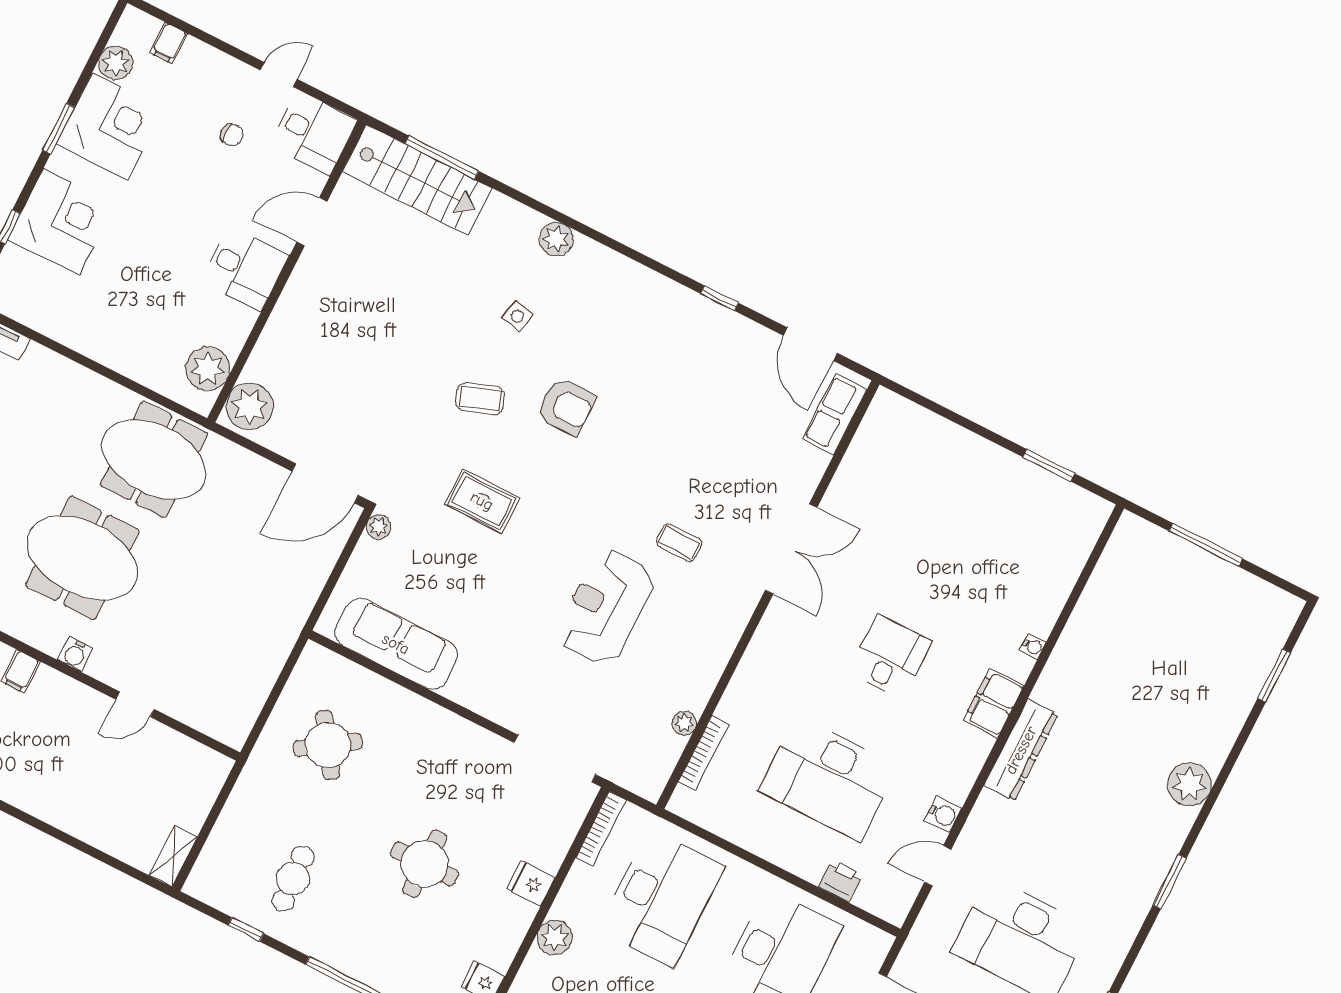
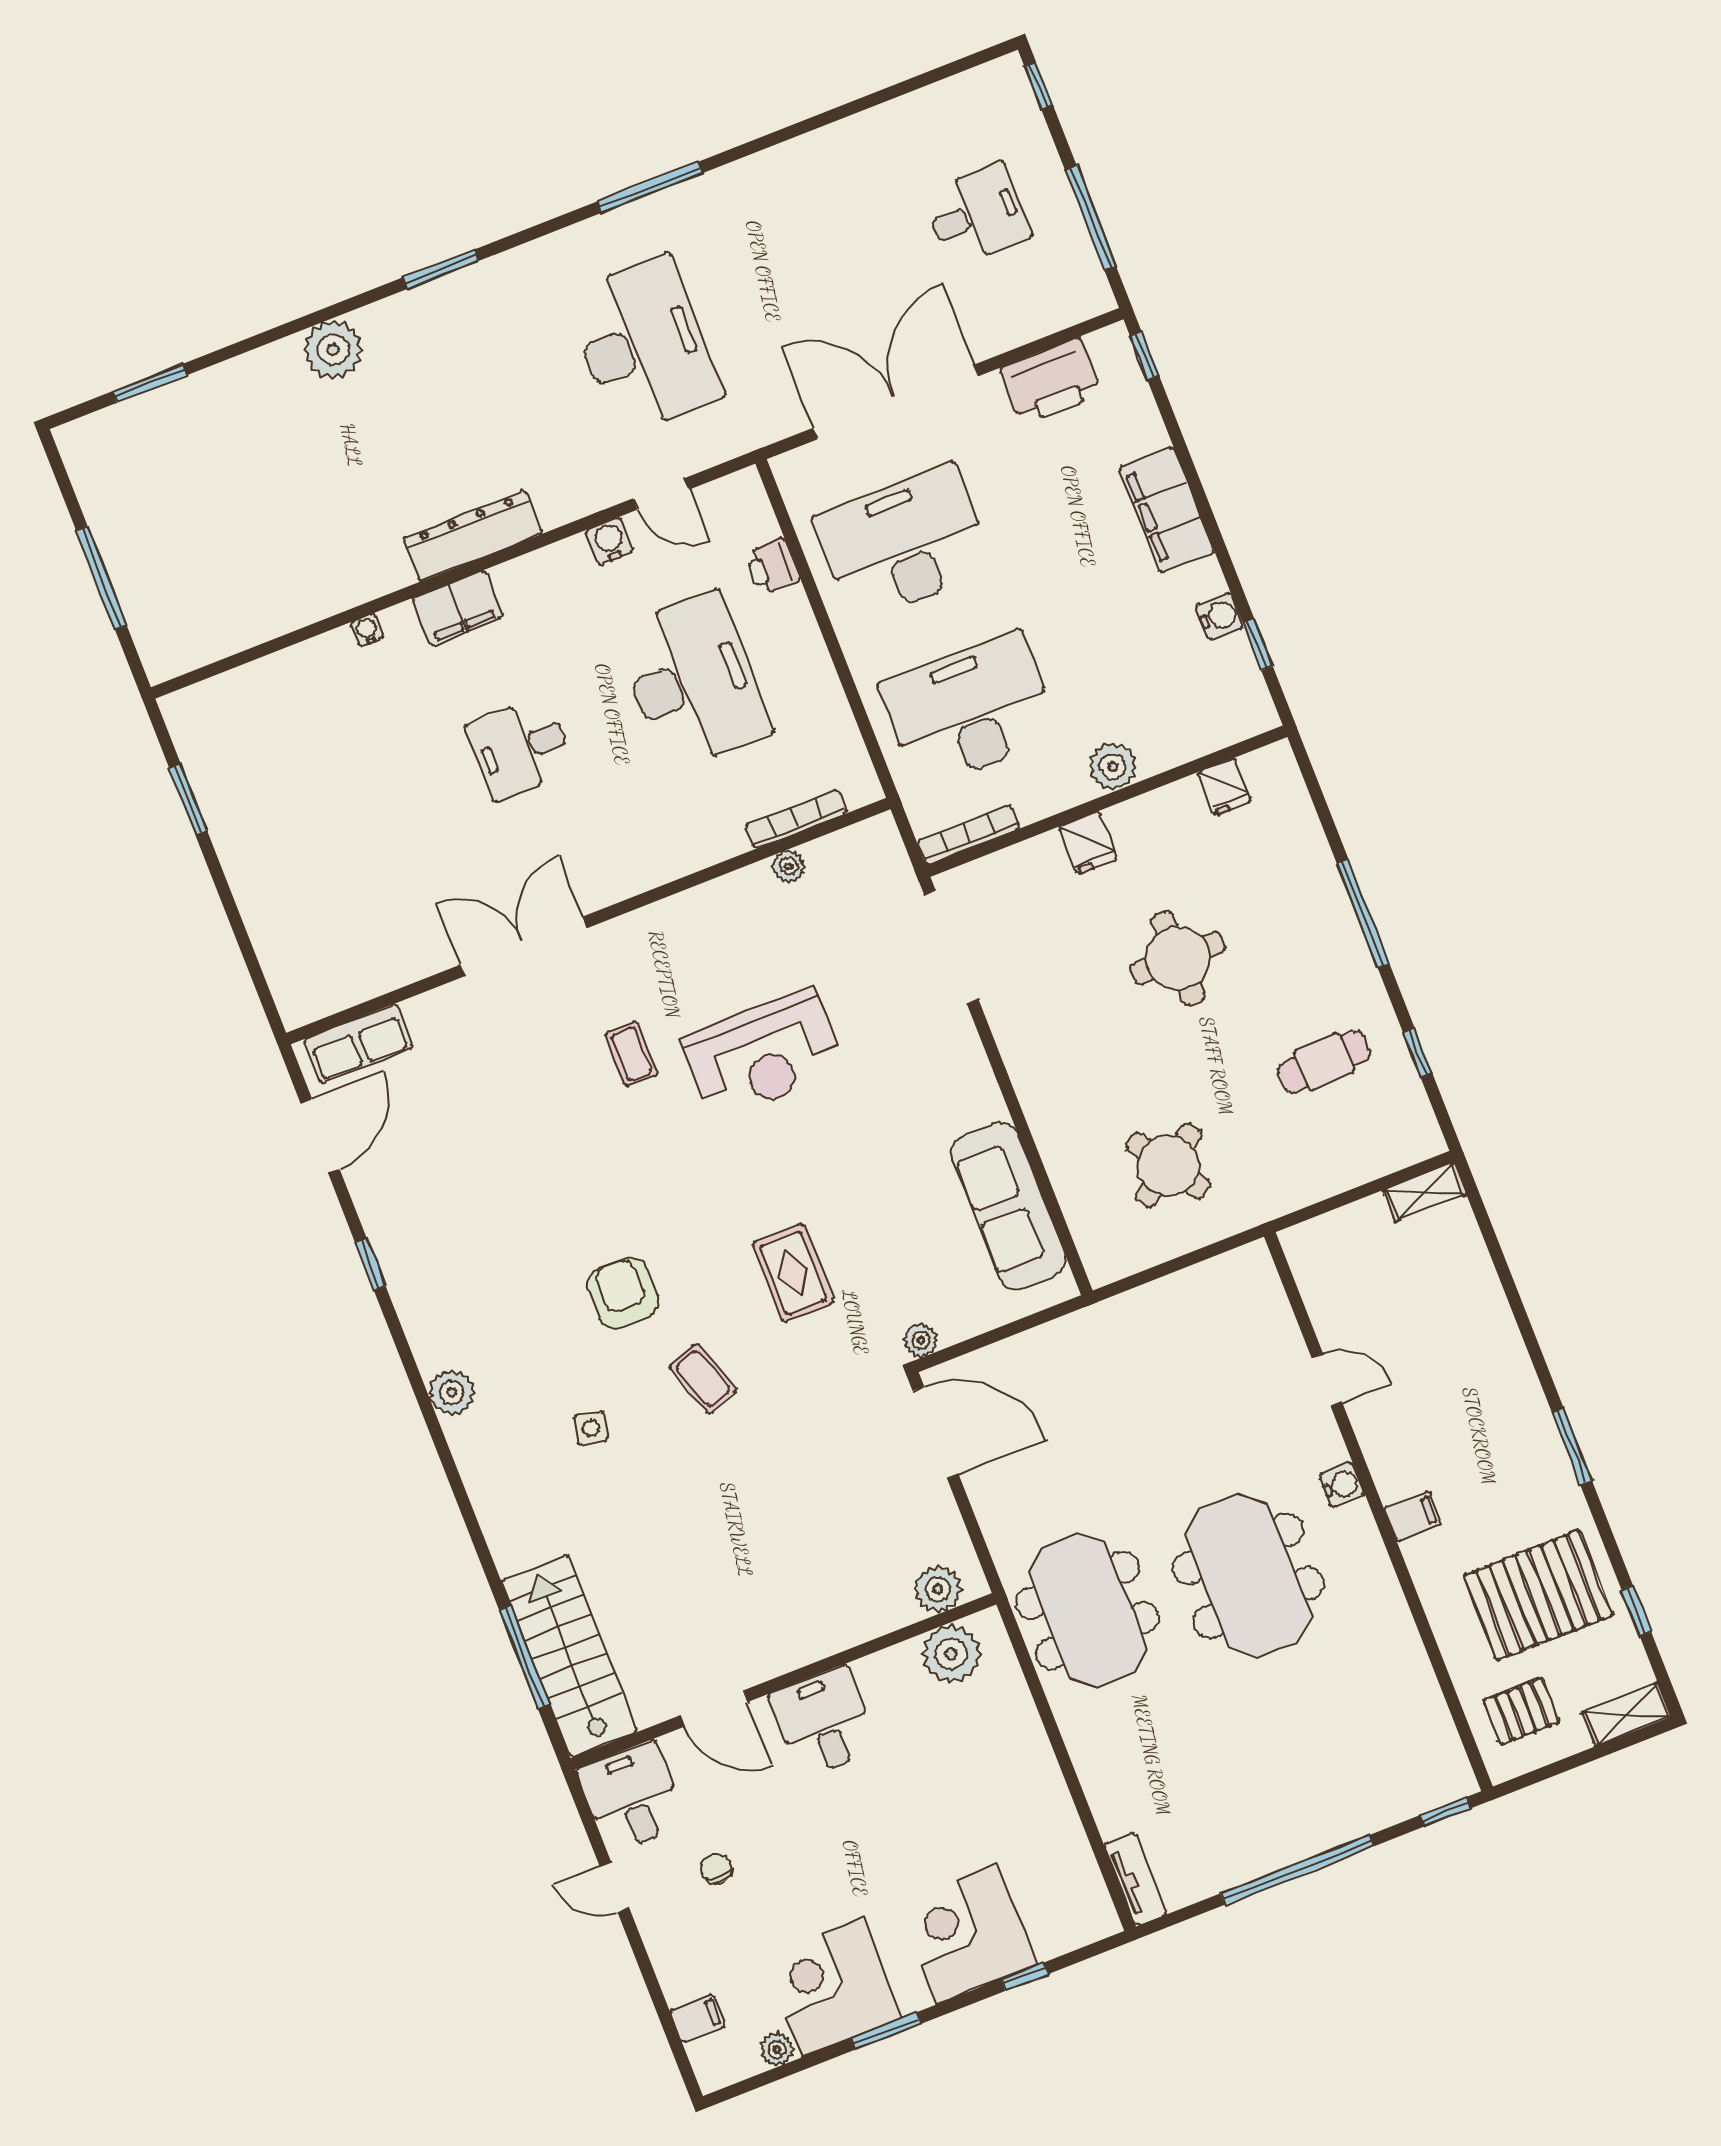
plant: (116, 63) -> (777, 2049), width x0.73, depth x0.73
plant: (556, 239) -> (452, 1392), moved
plant: (250, 406) -> (938, 1589), width x0.73, depth x0.73

